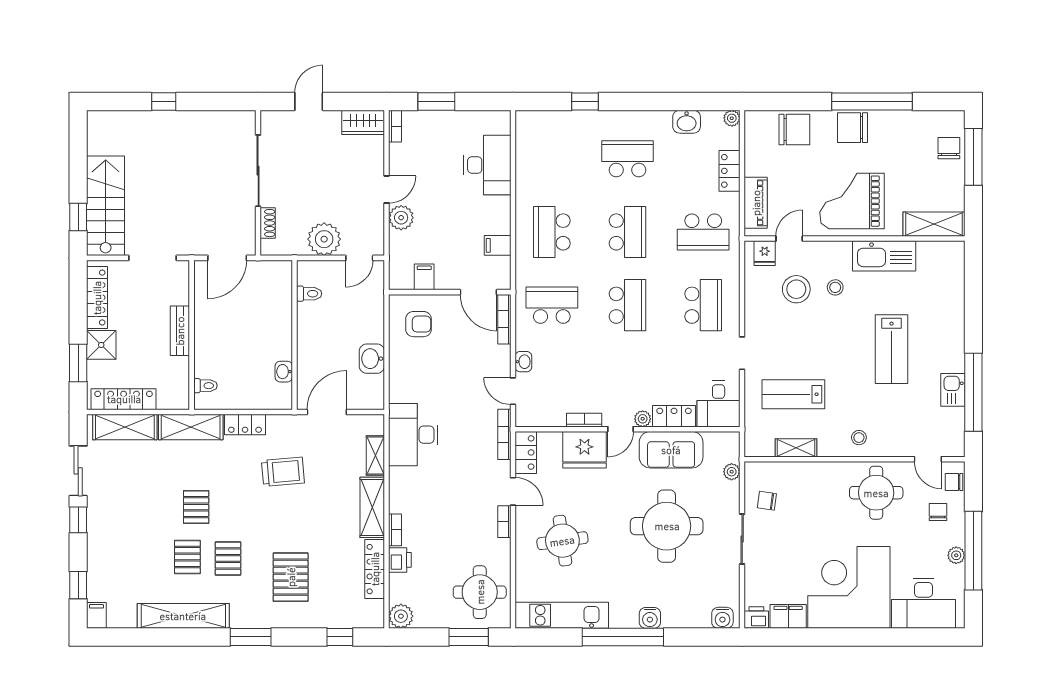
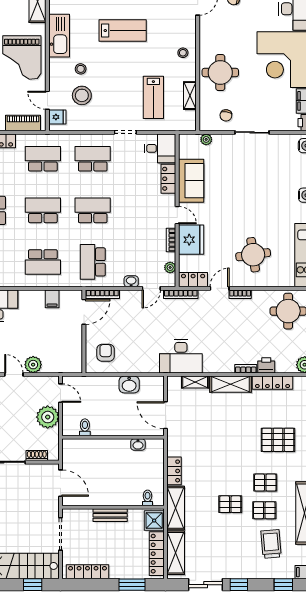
school desk: (703, 232) -> (43, 159), turned -90
filing cabinet: (424, 277) -> (73, 349), removed
shower: (101, 345) -> (154, 521), moved
plant: (643, 419) -> (170, 267), moved
trolley: (283, 472) -> (271, 544), moved
round table: (876, 493) -> (220, 73), moved
round table: (667, 526) -> (243, 184), removed

